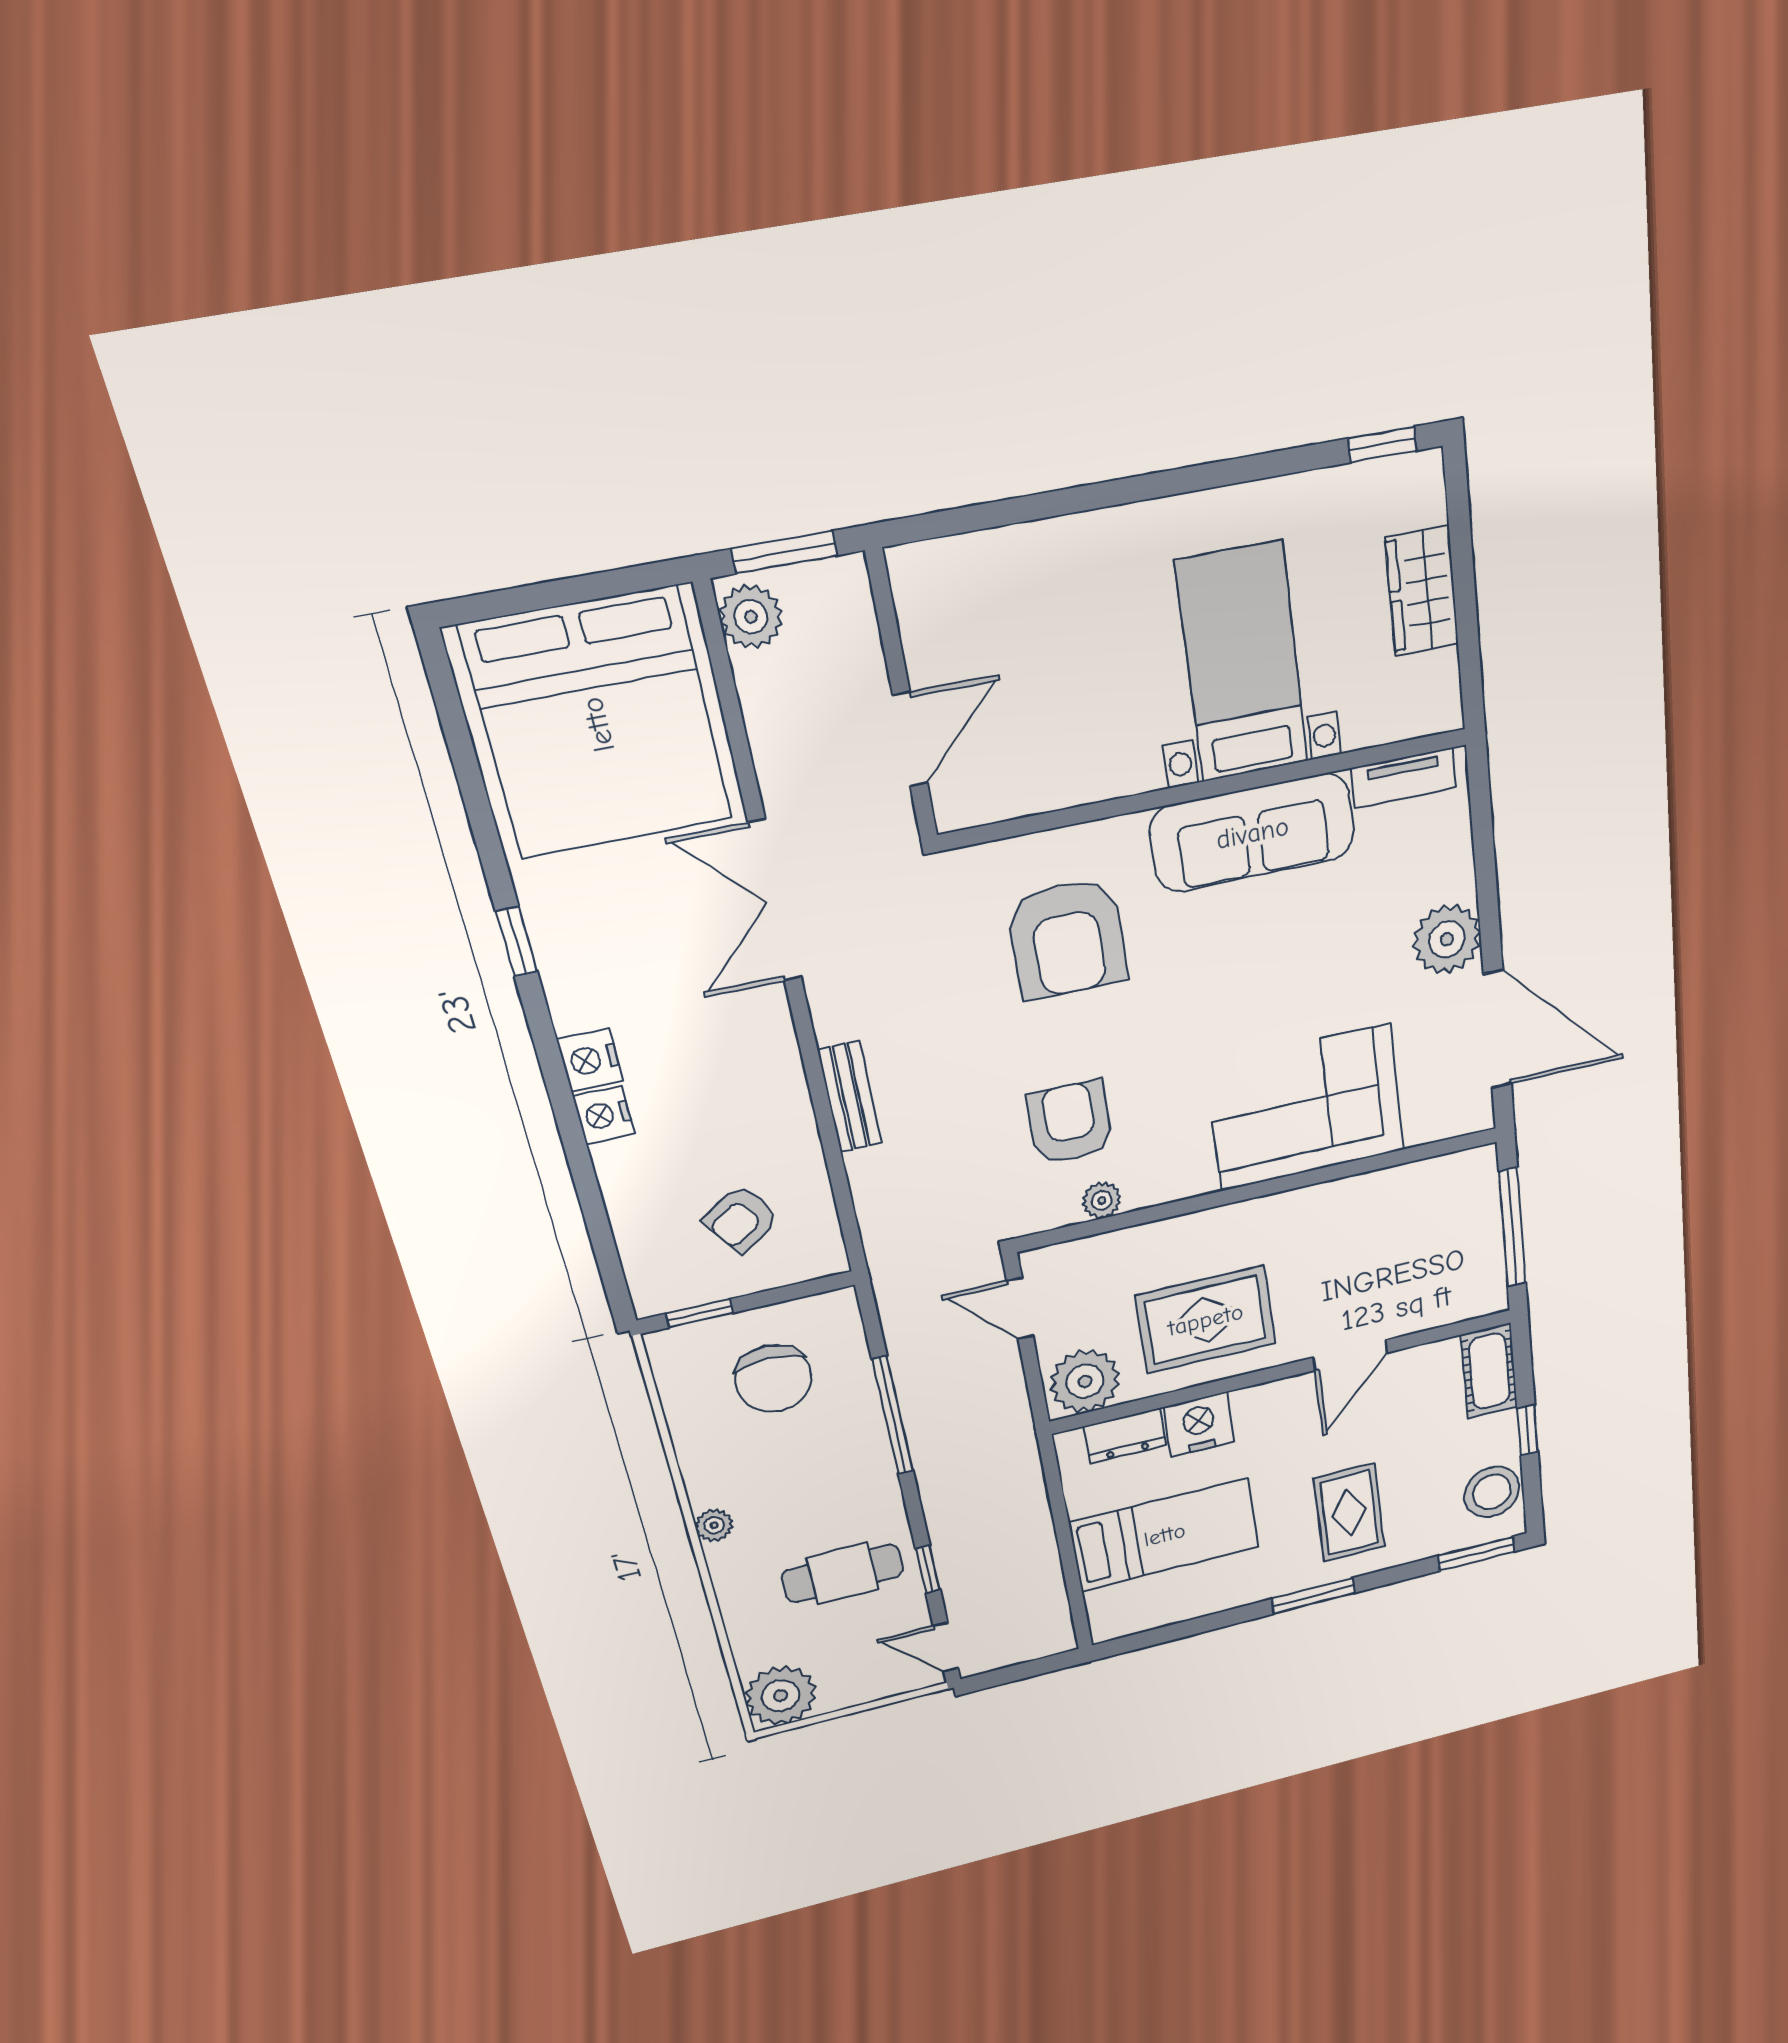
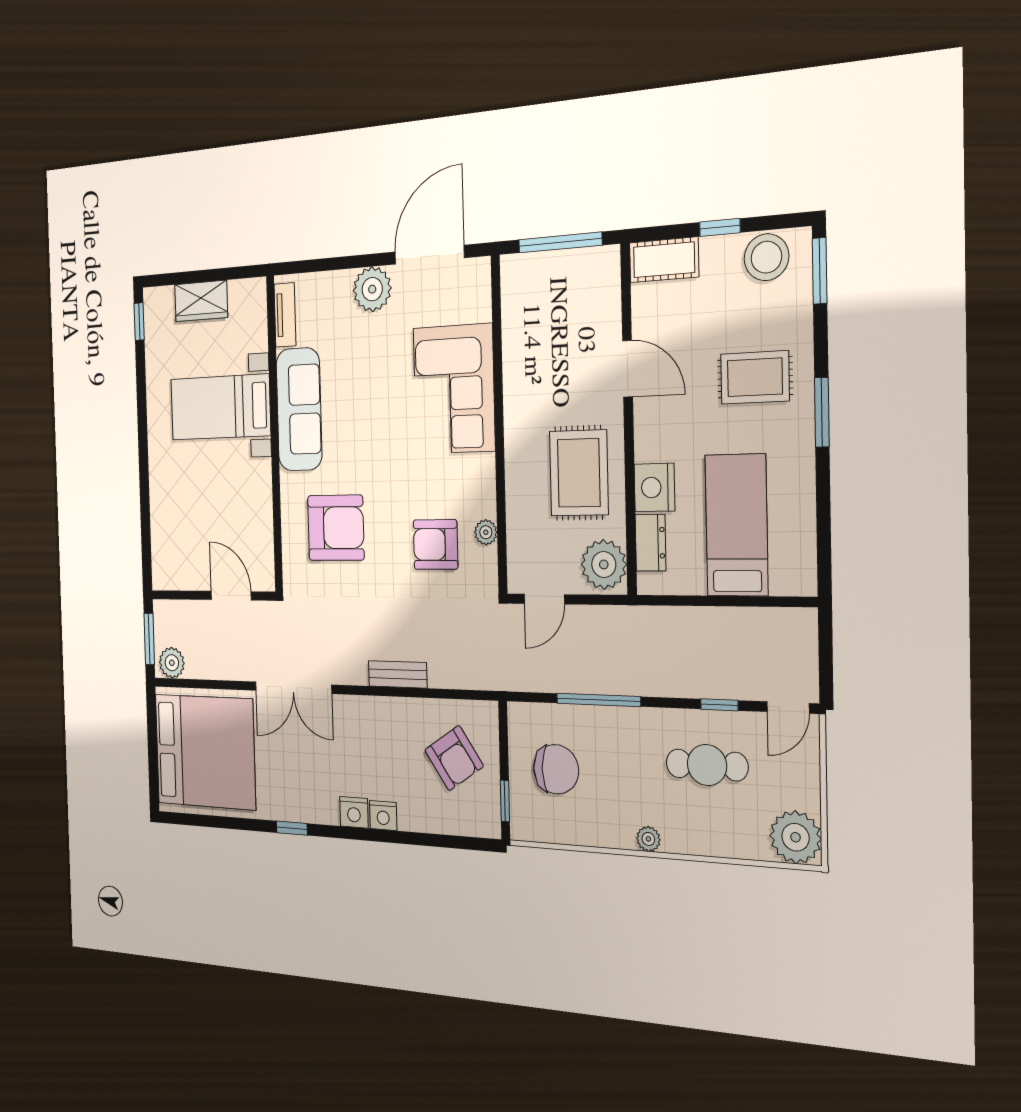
armchair: (741, 1219) -> (454, 758), width x1.38, depth x1.38
cafe table: (843, 1573) -> (707, 765), turned 90

